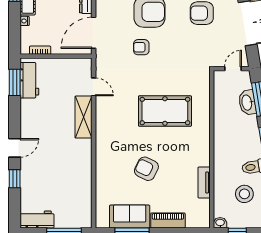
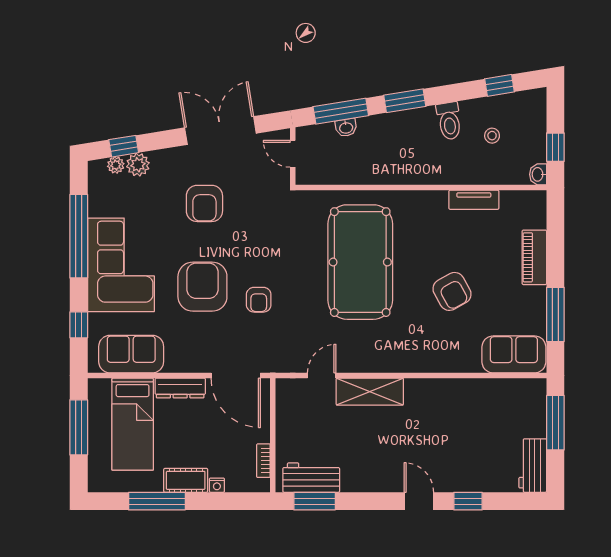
washbasin: (247, 102) -> (346, 128), width x0.52, depth x0.69
pool table: (165, 111) -> (360, 262), width x1.36, depth x1.32
armchair: (146, 169) -> (452, 291), turned -55
stool: (244, 194) -> (492, 136), width x0.53, depth x0.53
sofa: (130, 217) -> (514, 354), moved, turned 90

